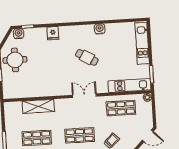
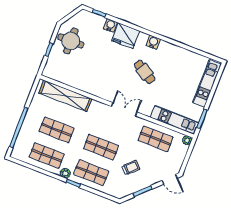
water cooler: (100, 29) -> (153, 42), moved
fridge: (53, 33) -> (126, 36), width x1.88, depth x1.34
water cooler: (19, 34) -> (110, 25), moved
shelving: (38, 106) -> (65, 96), width x1.47

